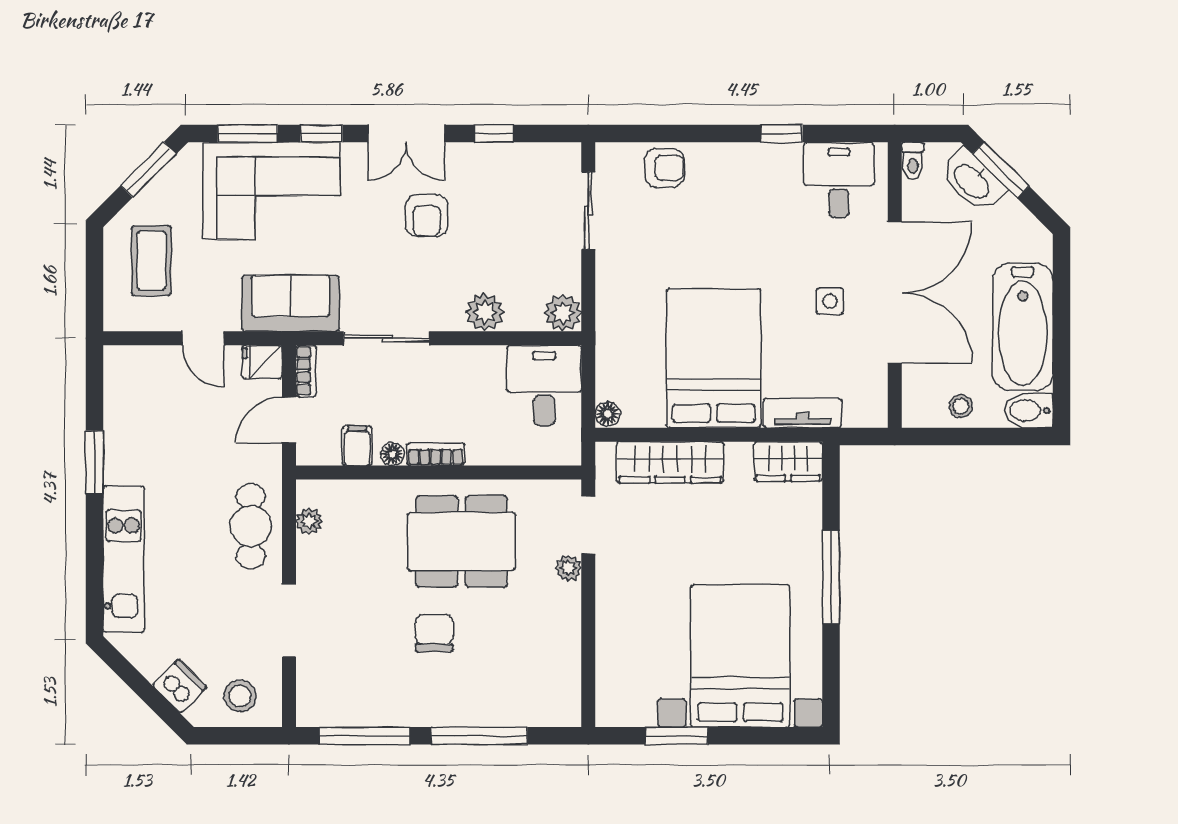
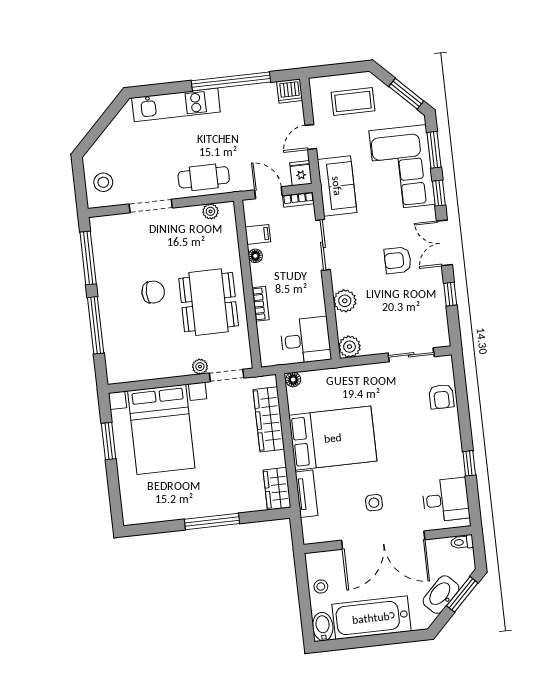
washbasin: (972, 181) -> (441, 595), moved
bookcase: (436, 454) -> (261, 304), moved
window: (94, 462) -> (231, 81), width x2.11
bed with nightstands: (740, 656) -> (161, 429), moved, turned 90
dishwasher: (180, 686) -> (290, 91), moved, turned 45

